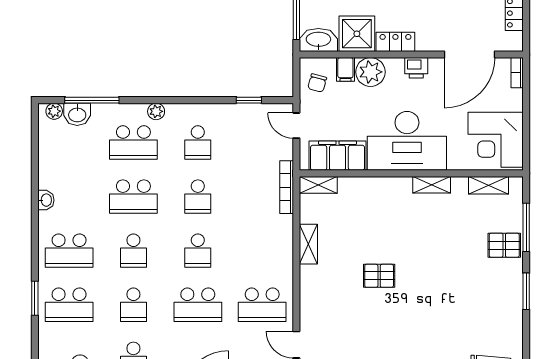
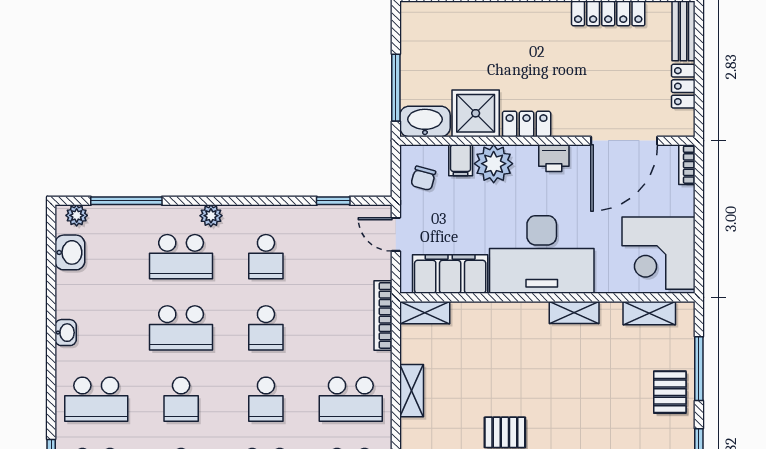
washbasin: (77, 114) -> (70, 252), moved, turned -90
pallet: (504, 245) -> (670, 392), turned 90
school desk: (262, 251) -> (351, 399), added

